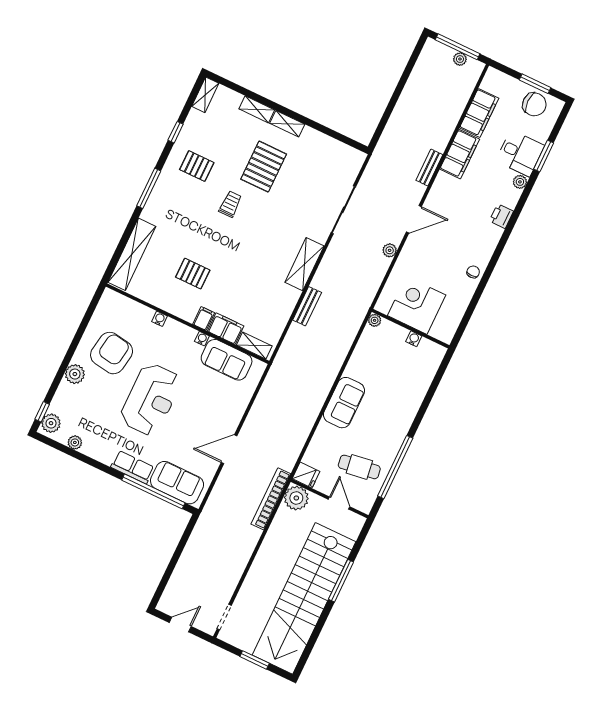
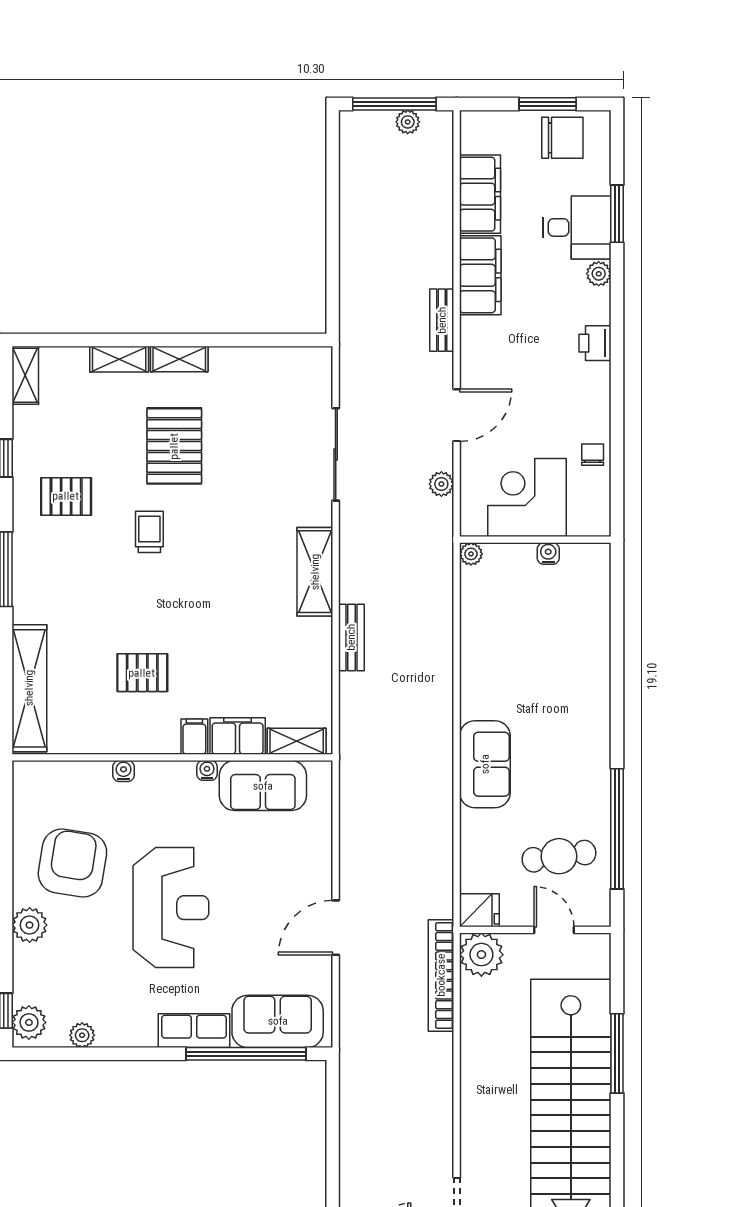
corner desk: (417, 305) -> (527, 497), moved
plant: (375, 320) -> (471, 554), moved
wall: (411, 329) -> (535, 540), moved
water cooler: (414, 339) -> (548, 553), moved

